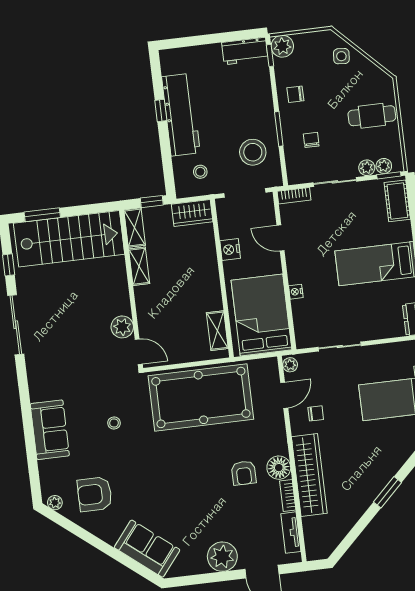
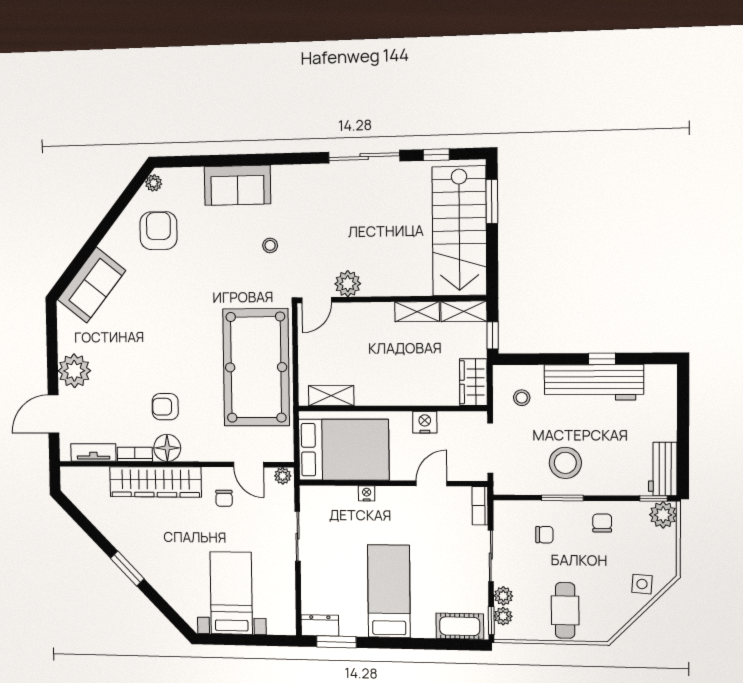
stool: (253, 152) -> (565, 463), moved
stool: (114, 423) -> (270, 245), moved

